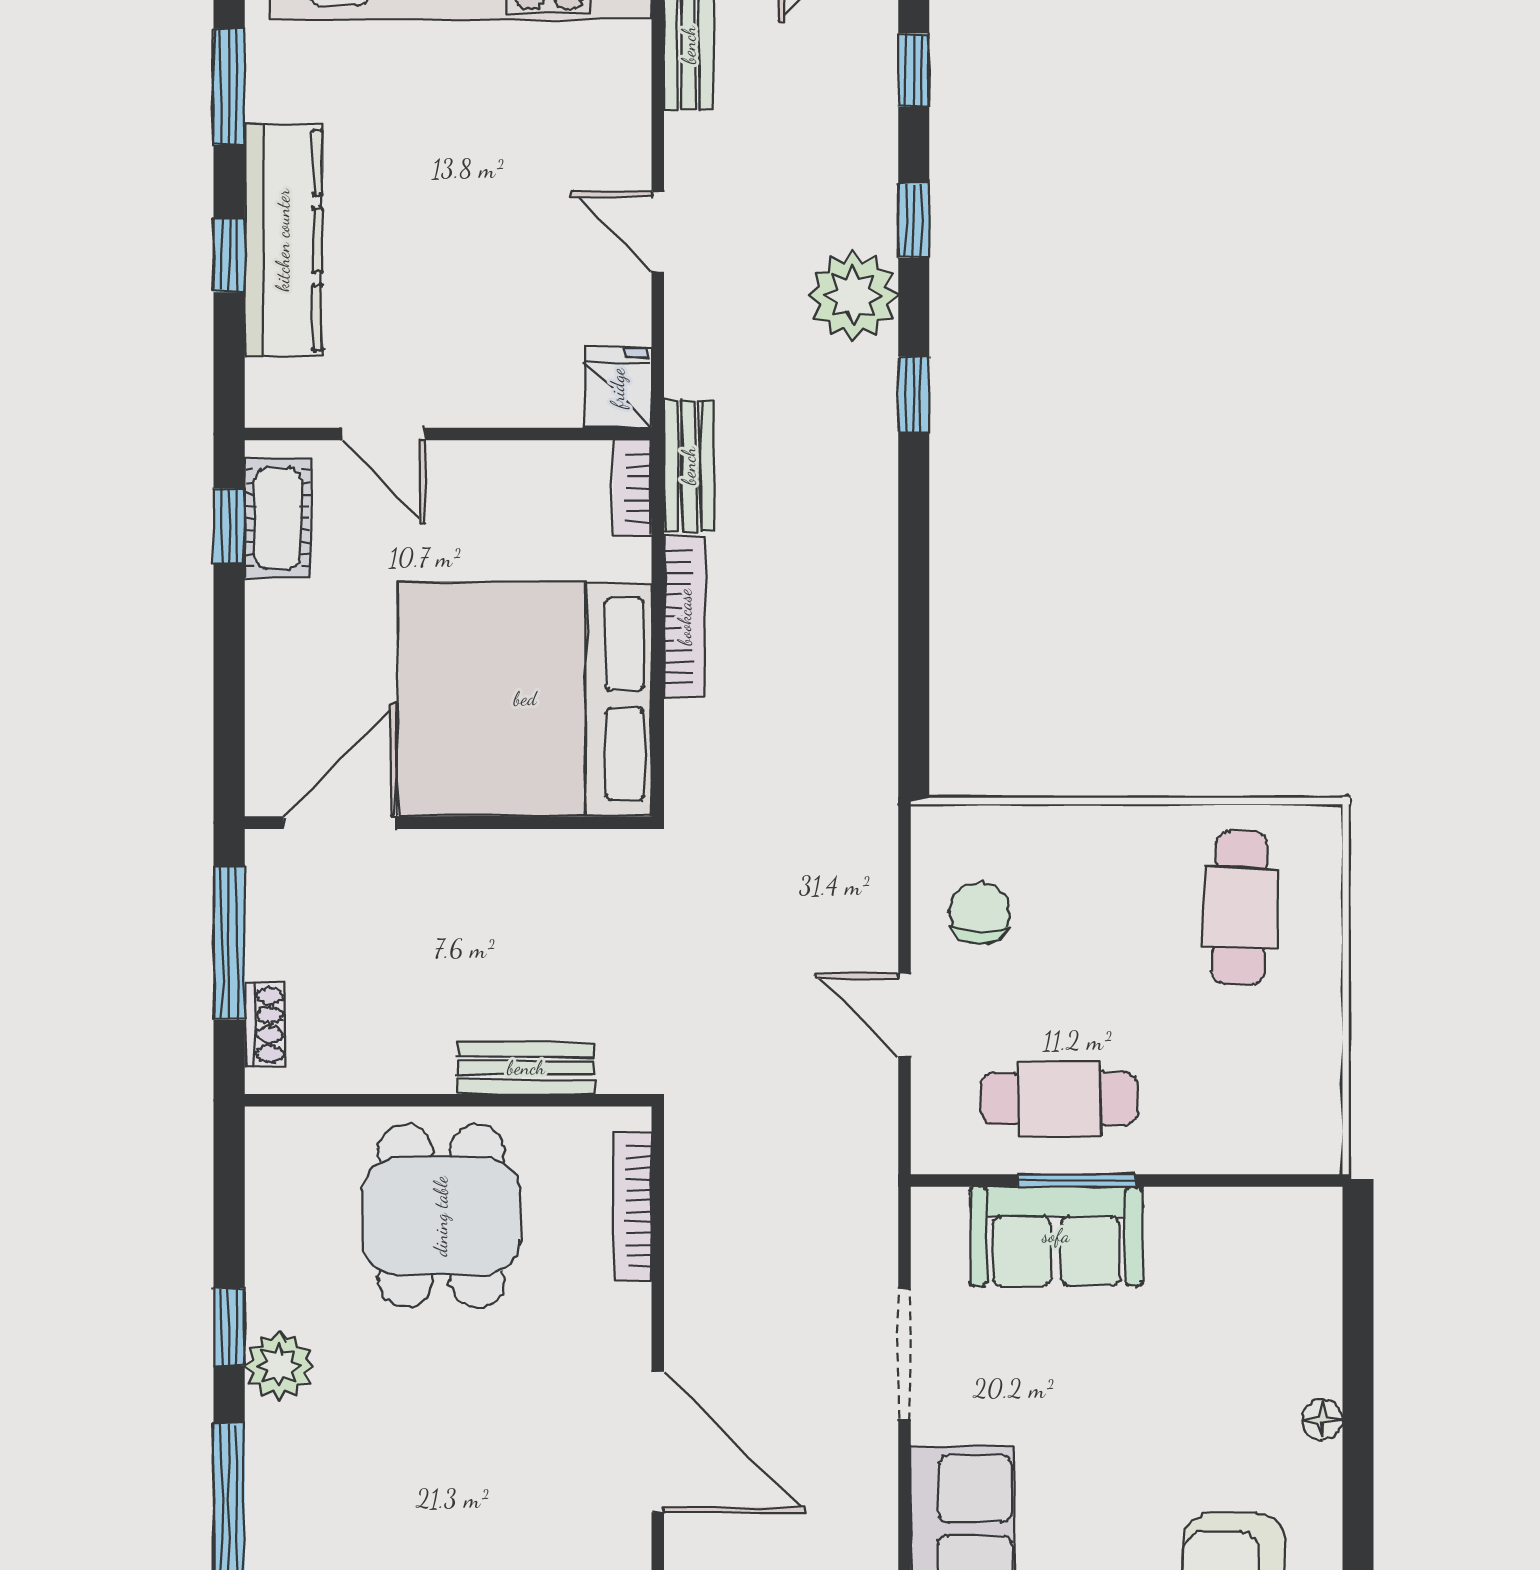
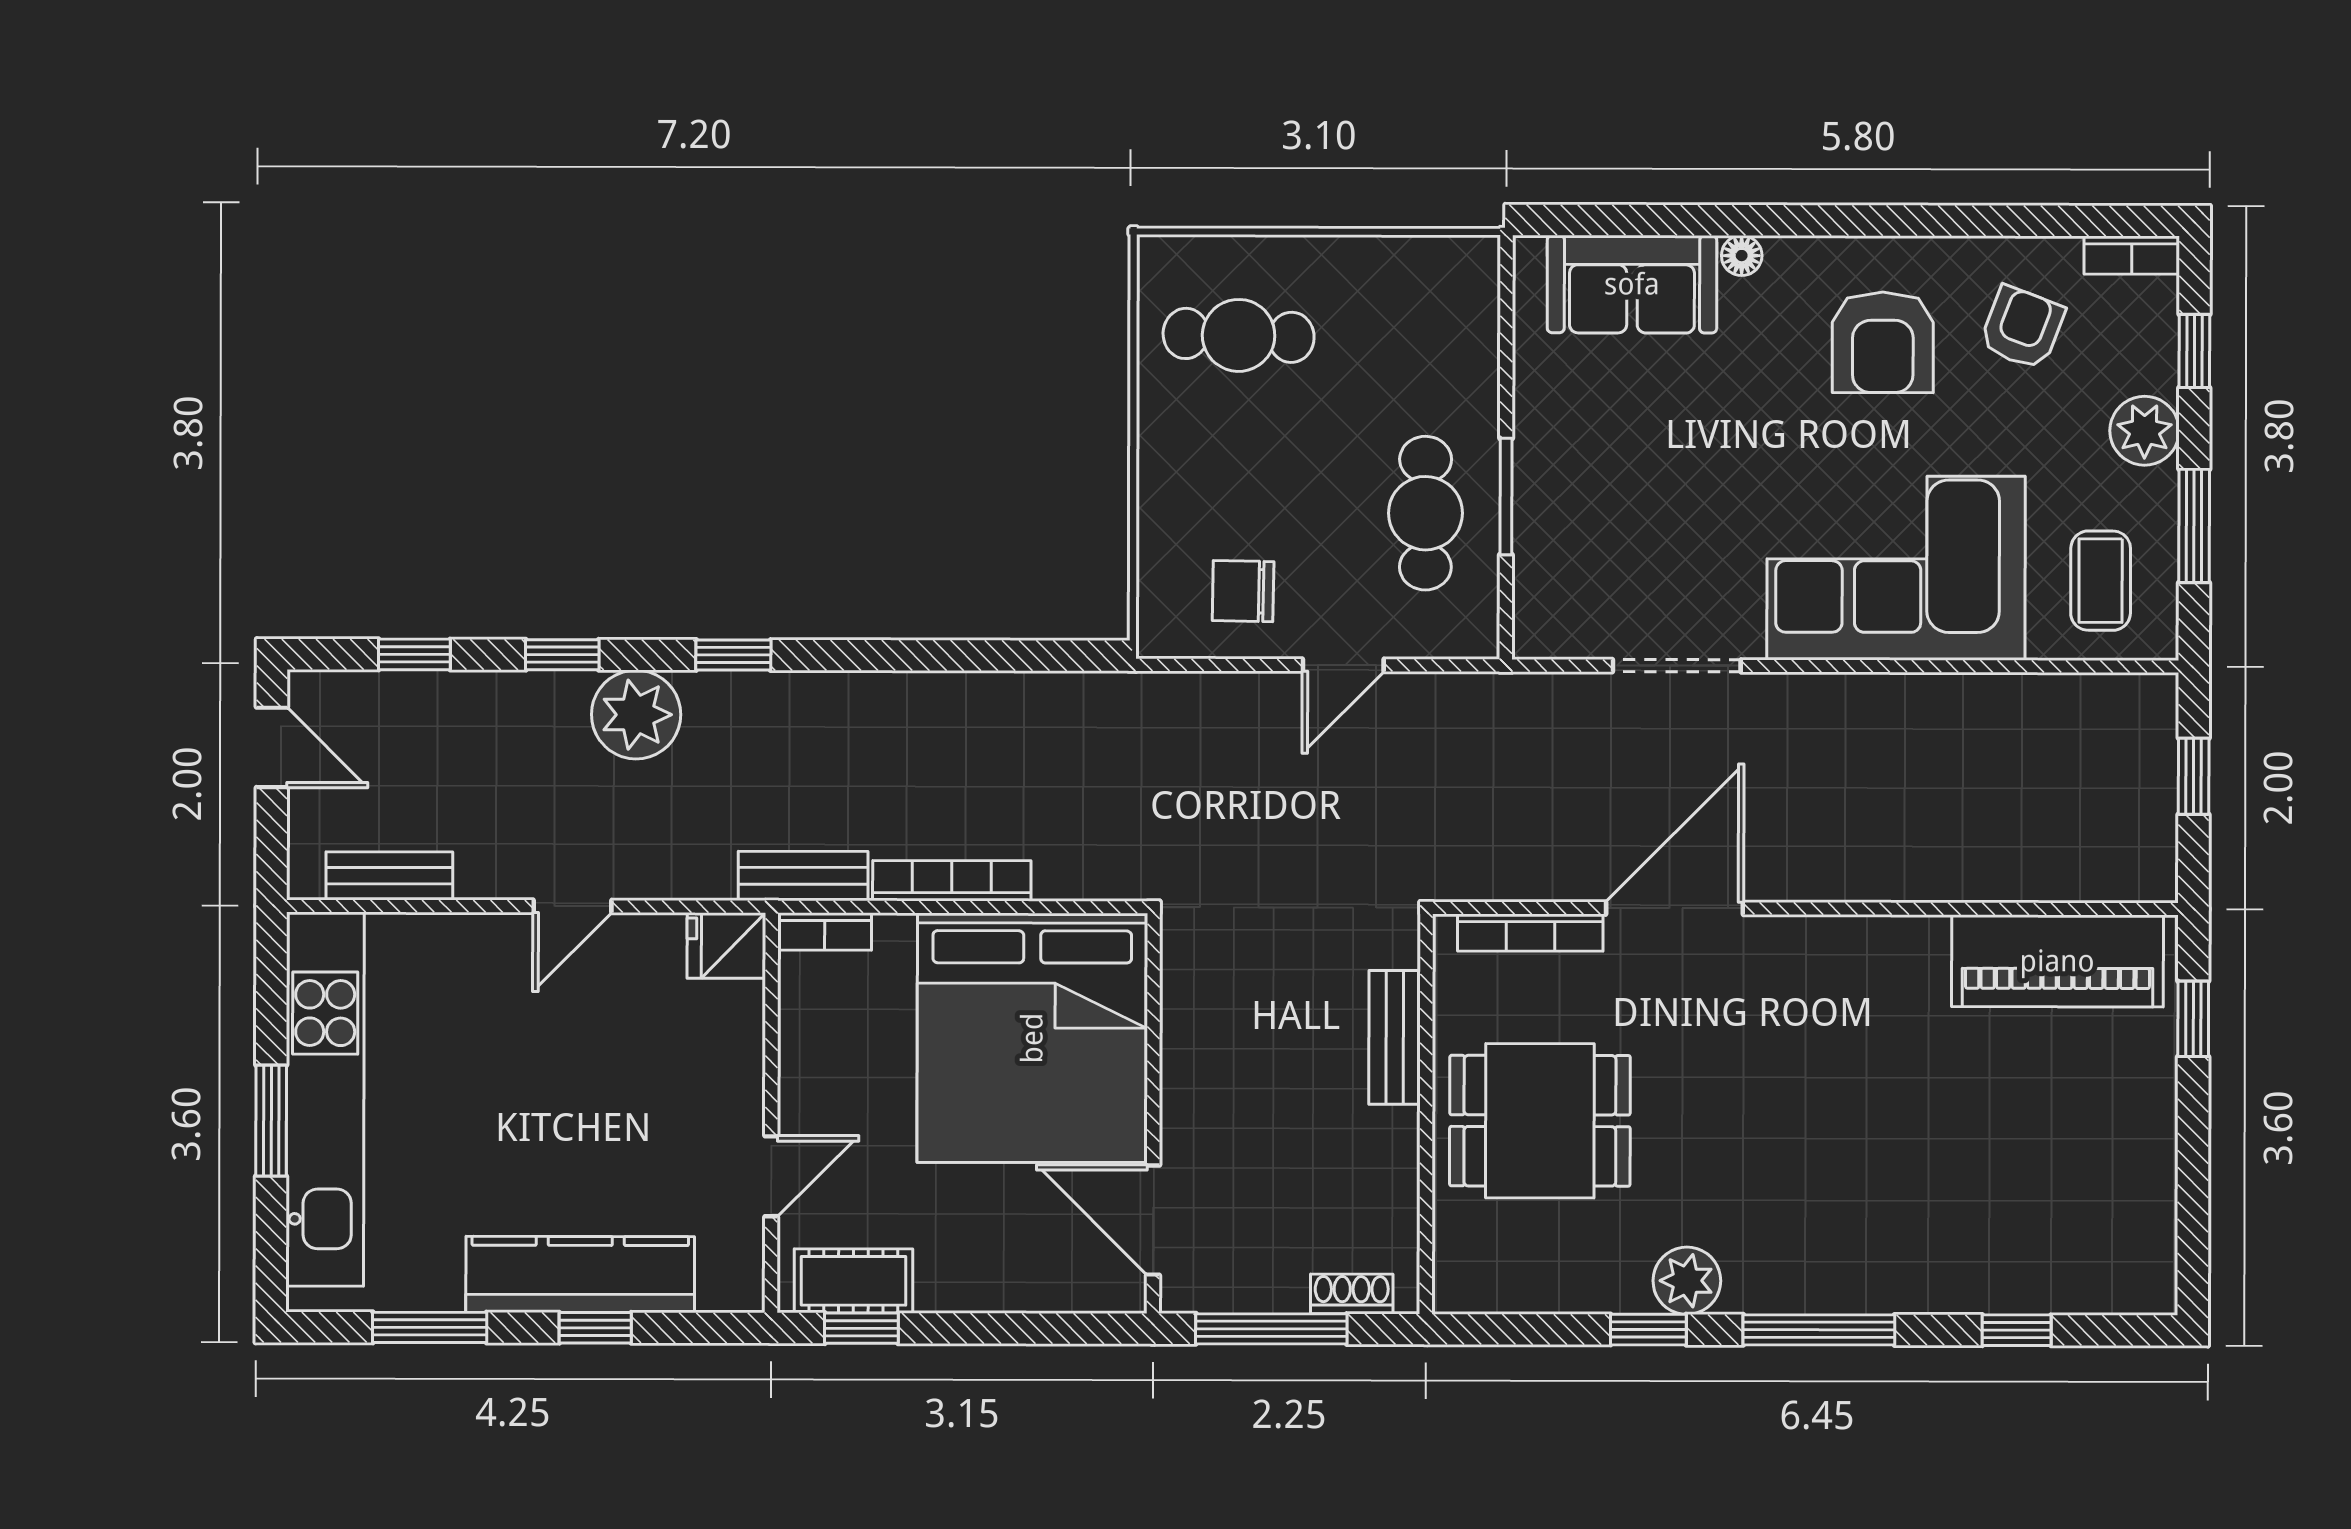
sofa: (1056, 1236) -> (1632, 284), moved, turned 90
door: (658, 1442) -> (1675, 908), moved

